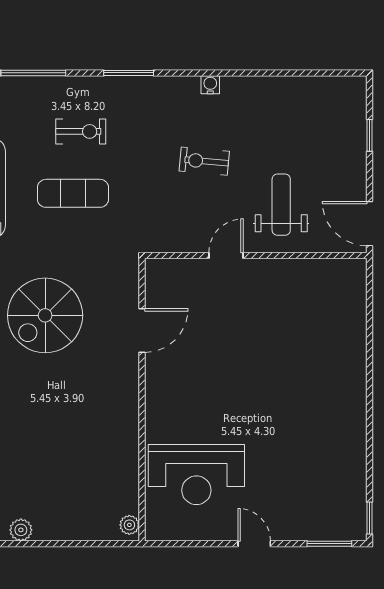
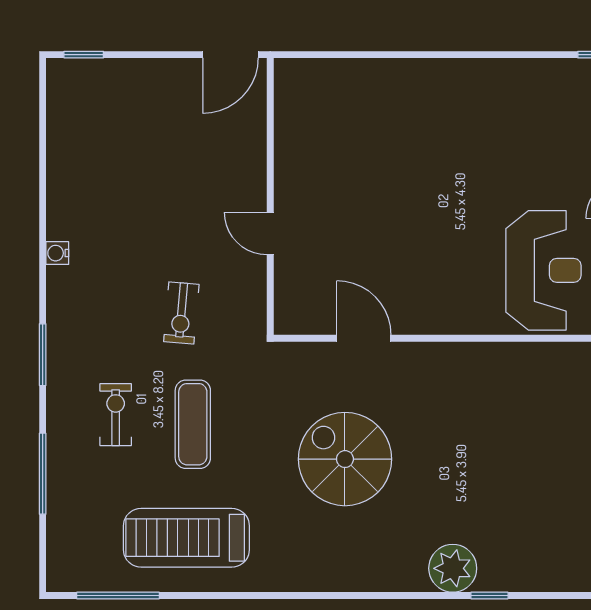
window: (369, 135) -> (84, 55), moved
exercise bike: (204, 161) -> (181, 313), moved
weight bench: (281, 205) -> (207, 165), removed
spiral stairs: (45, 315) -> (345, 459), turned 180

